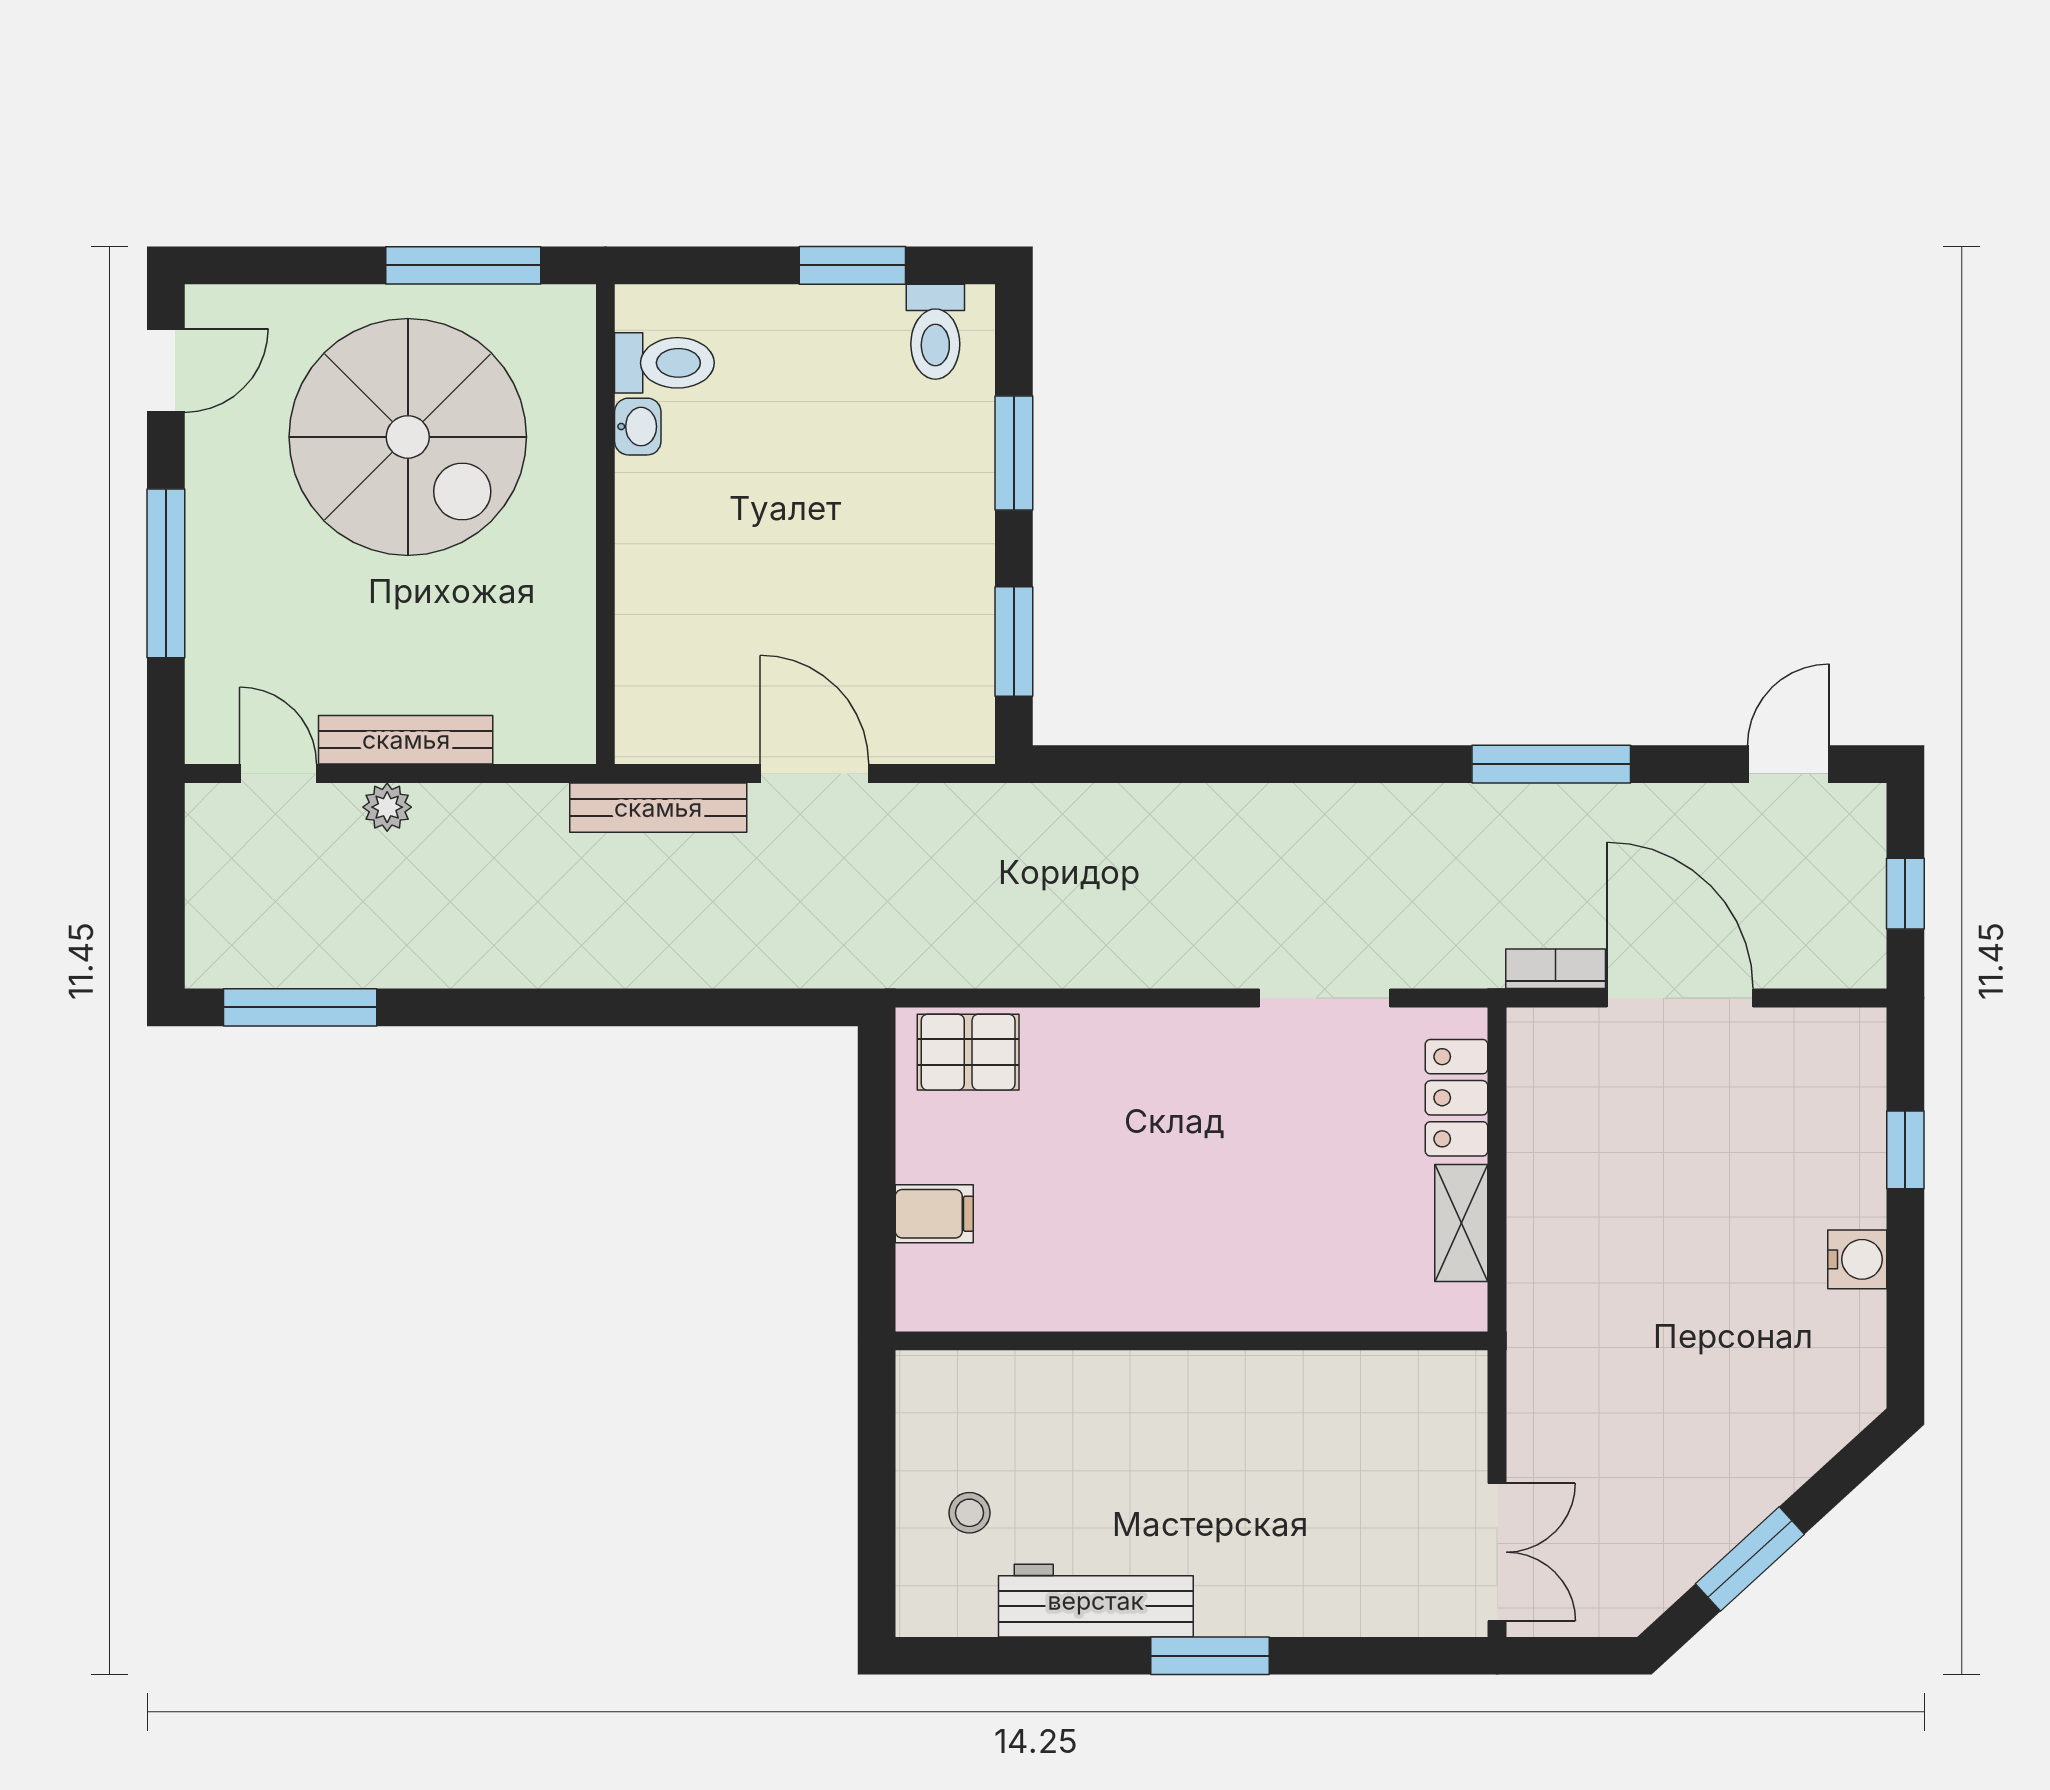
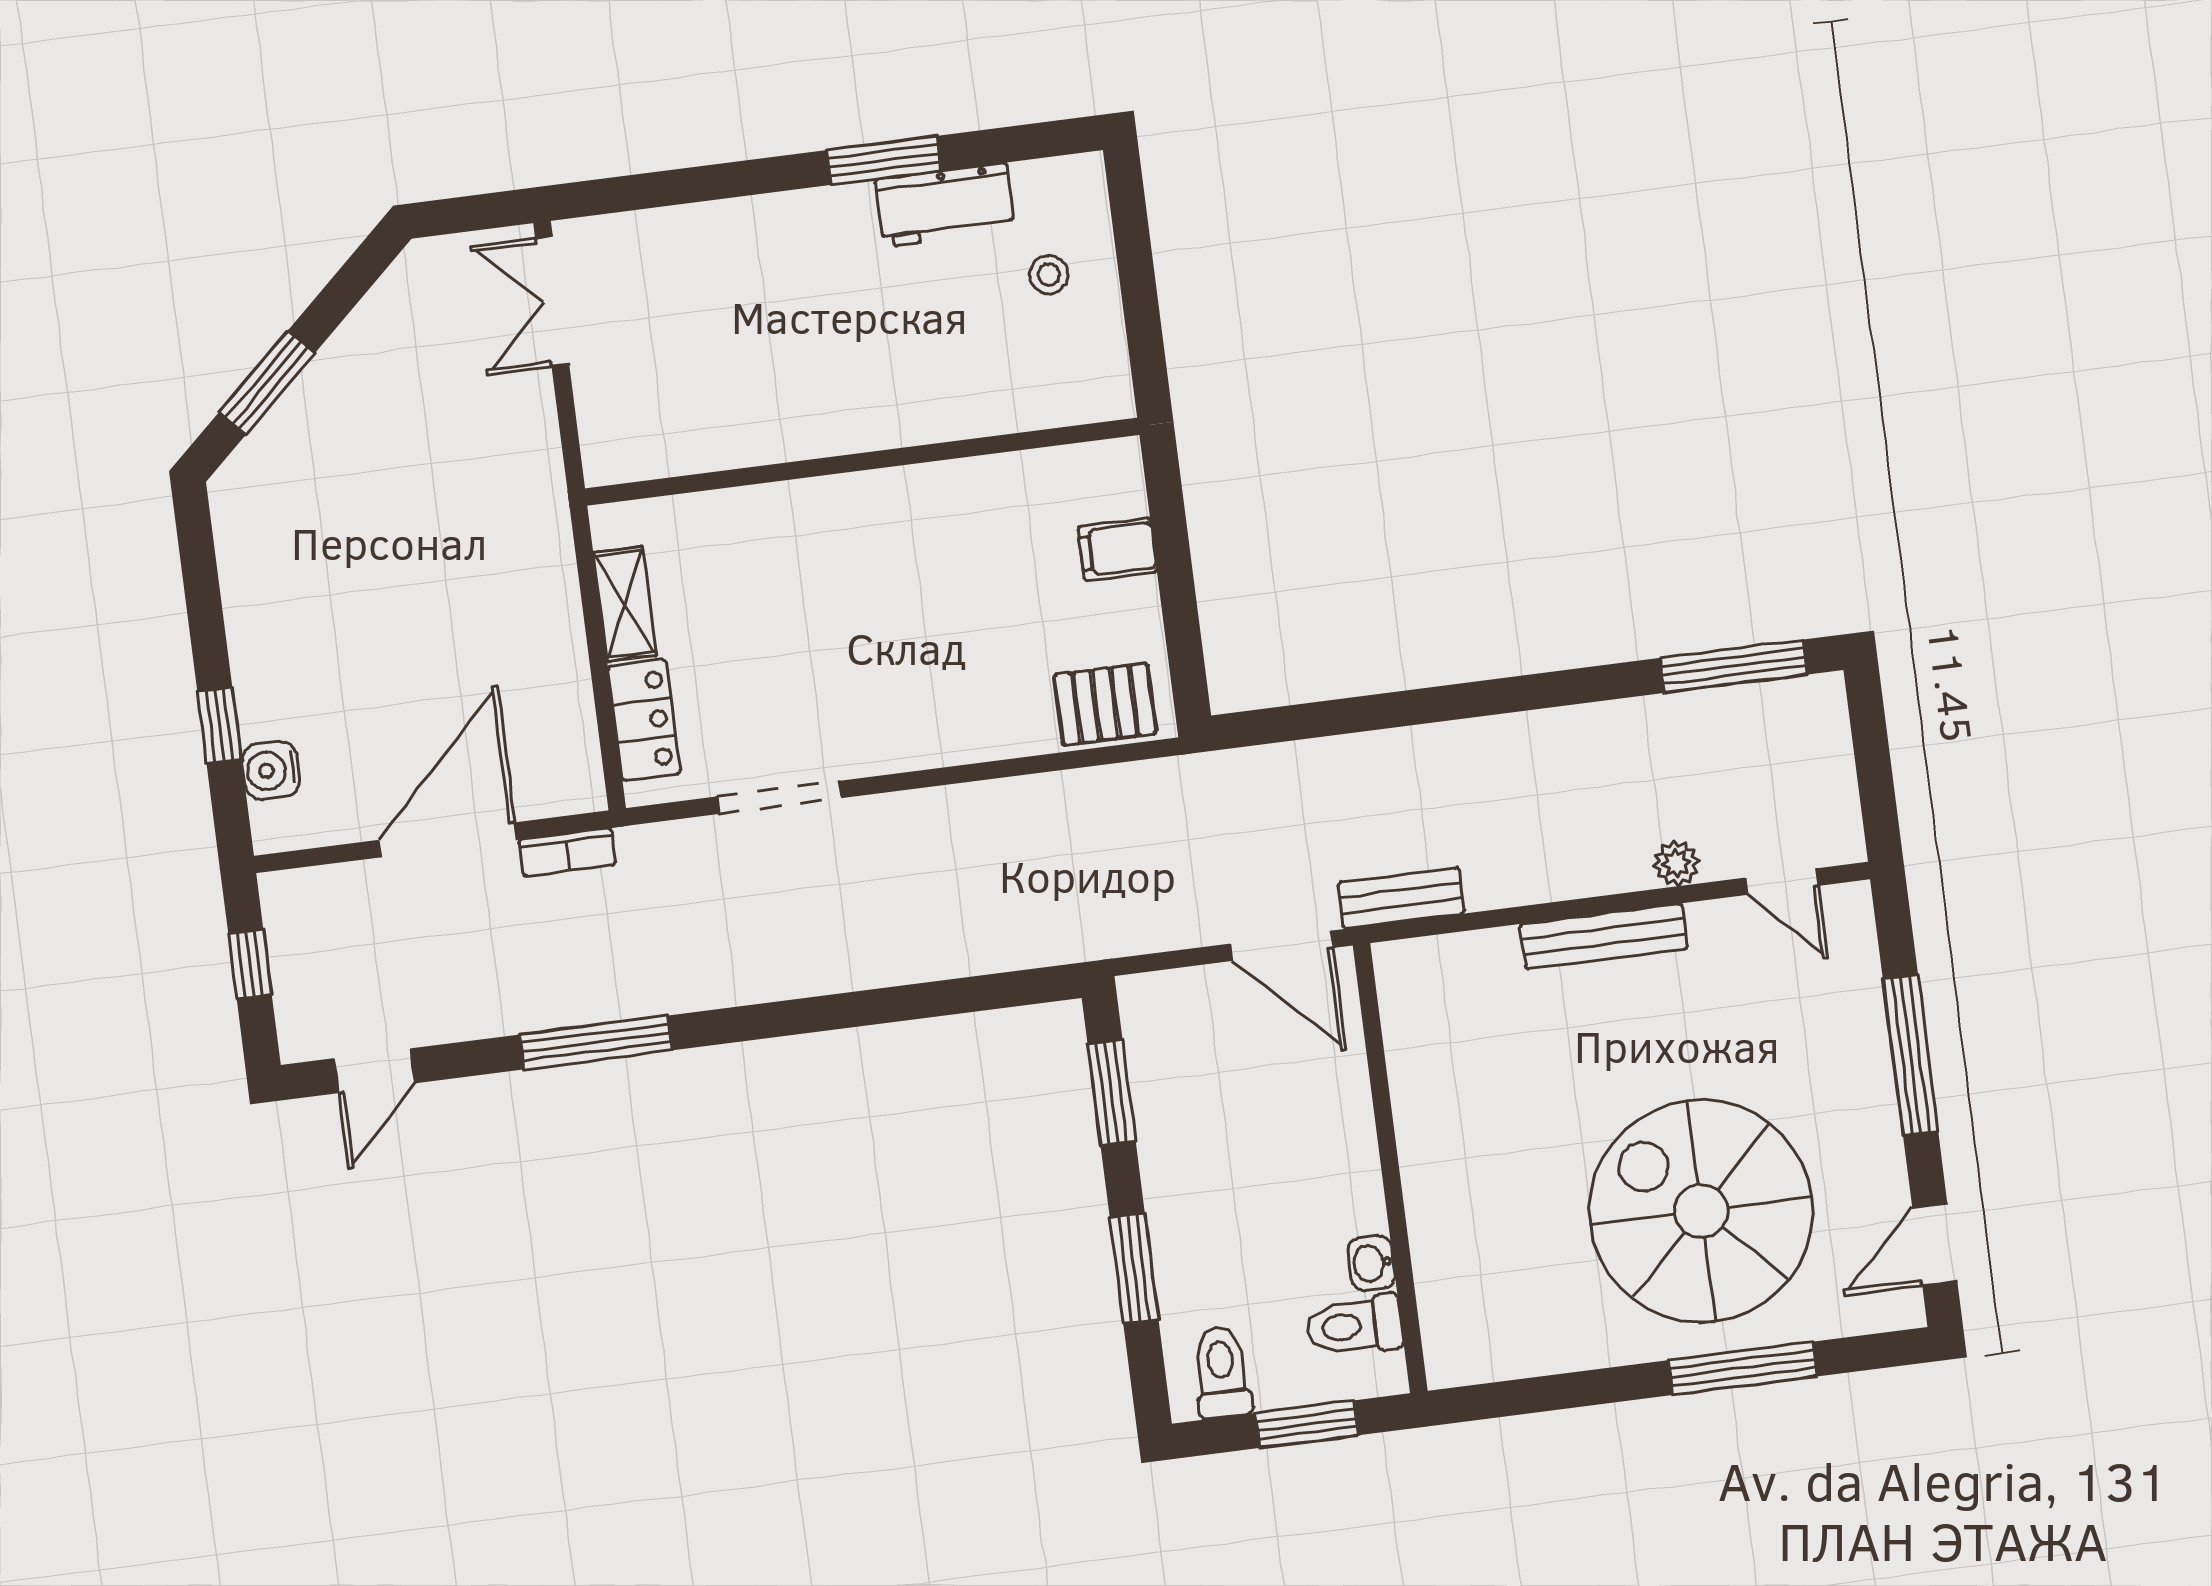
window: (463, 265) -> (1743, 1368), moved
toilet: (664, 363) -> (1354, 1326), moved
washbasin: (638, 427) -> (1372, 1263), moved
wall: (605, 524) -> (1390, 1168), moved
bench: (406, 740) -> (1604, 936), moved
bench: (658, 808) -> (1401, 898), width x0.73
door: (1680, 998) -> (448, 840), swing flipped
water cooler: (1857, 1259) -> (271, 770), moved
window: (1750, 1559) -> (267, 383), moved
workbench: (1096, 1601) -> (945, 205), width x0.73
window: (1210, 1656) -> (884, 160), moved

